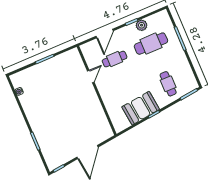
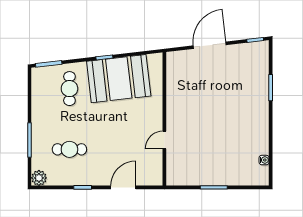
plant: (142, 25) -> (39, 178), moved
cafe table: (151, 44) -> (69, 149), width x0.73, depth x0.74
cafe table: (115, 59) -> (124, 149), removed
booth: (141, 108) -> (119, 79), width x1.36, depth x1.42

